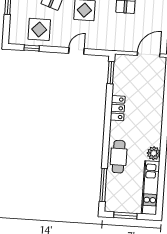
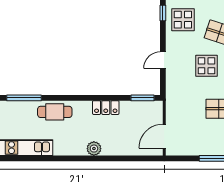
door: (76, 51) -> (163, 60), swing flipped
door: (149, 55) -> (164, 136), swing flipped
plant: (154, 153) -> (94, 149), moved

